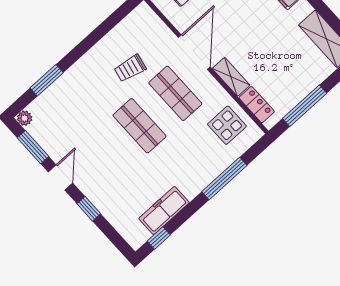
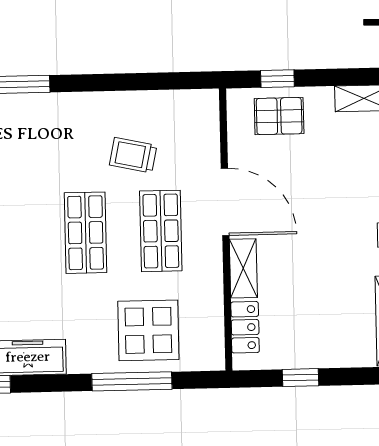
door: (194, 52) -> (225, 202), hinge flipped
window: (305, 106) -> (300, 378), width x0.46
display table: (227, 125) -> (148, 330), moved, width x1.36, depth x1.36

